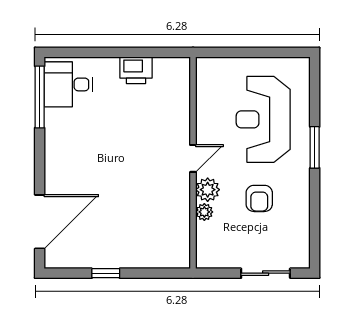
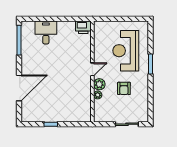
printer: (136, 70) -> (83, 27), moved
desk: (68, 84) -> (46, 32), moved, turned 90
door: (40, 222) -> (19, 88), moved

